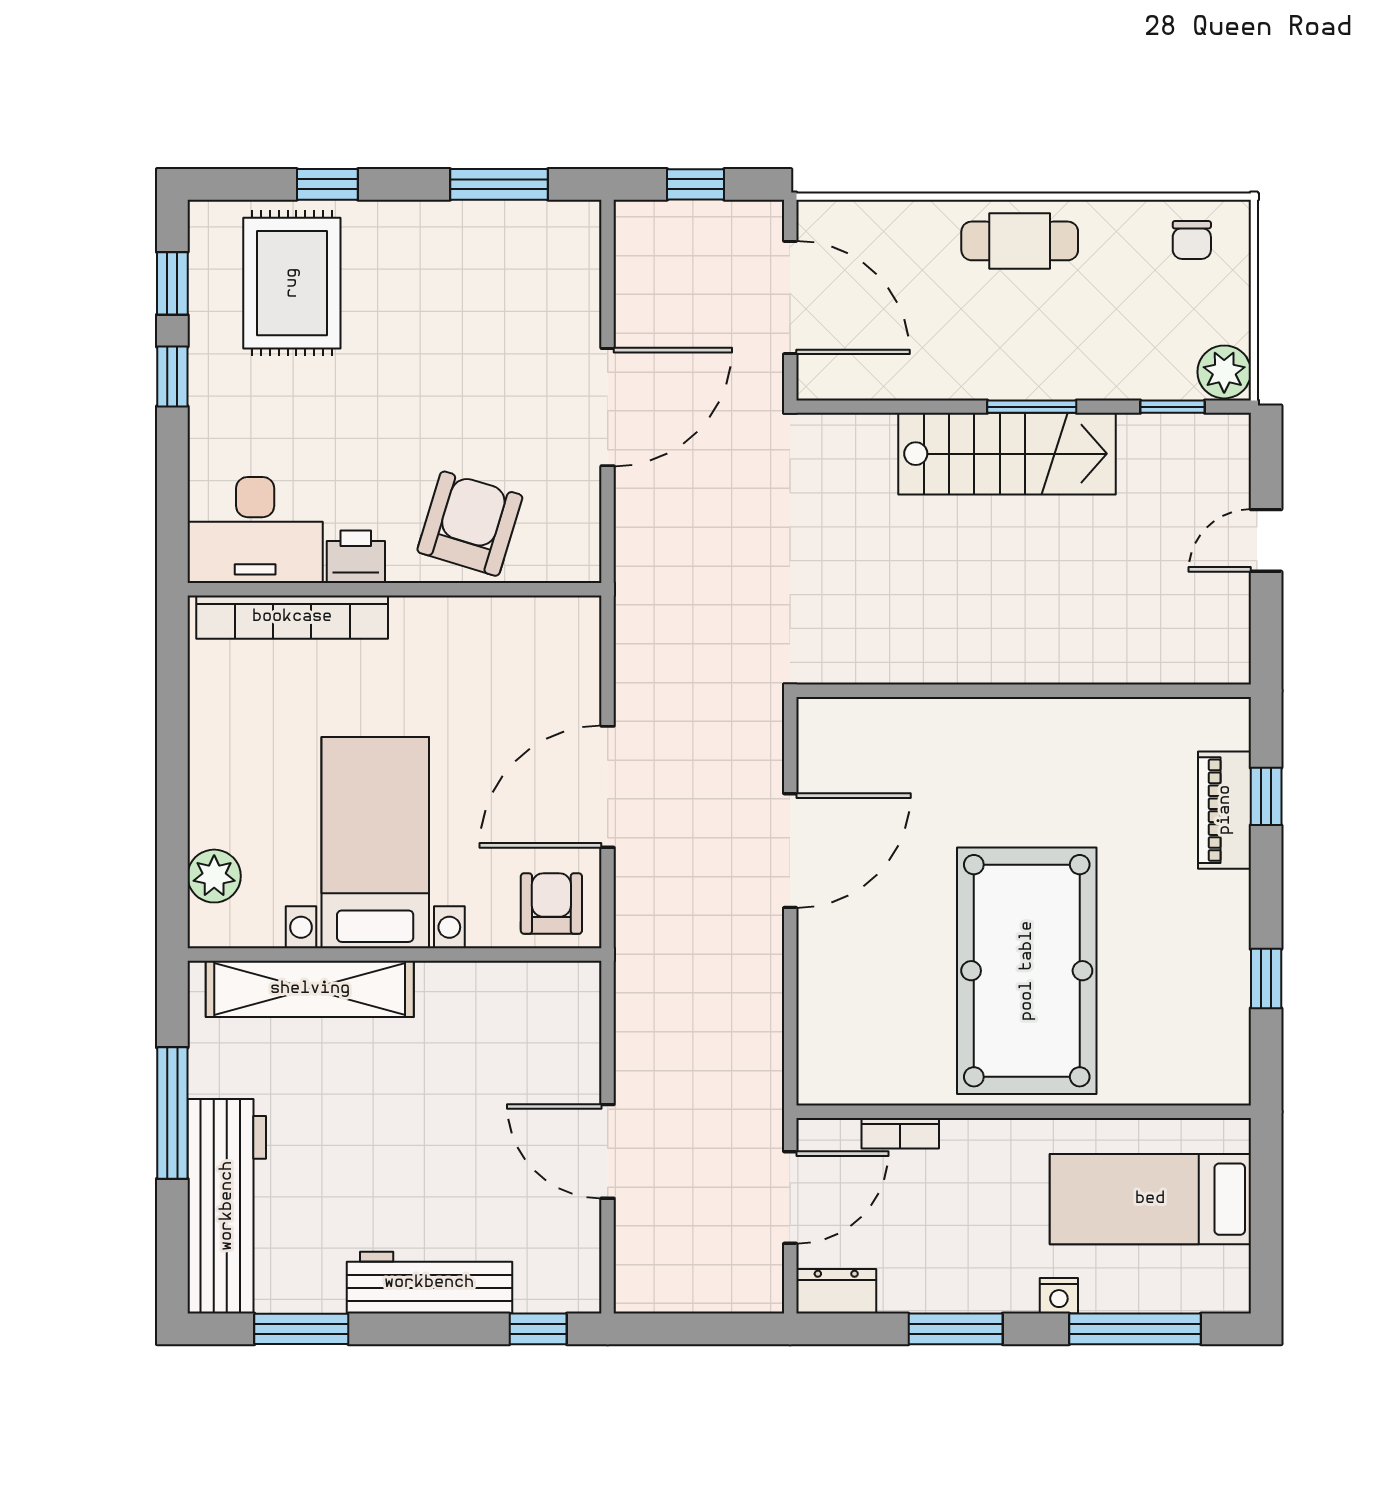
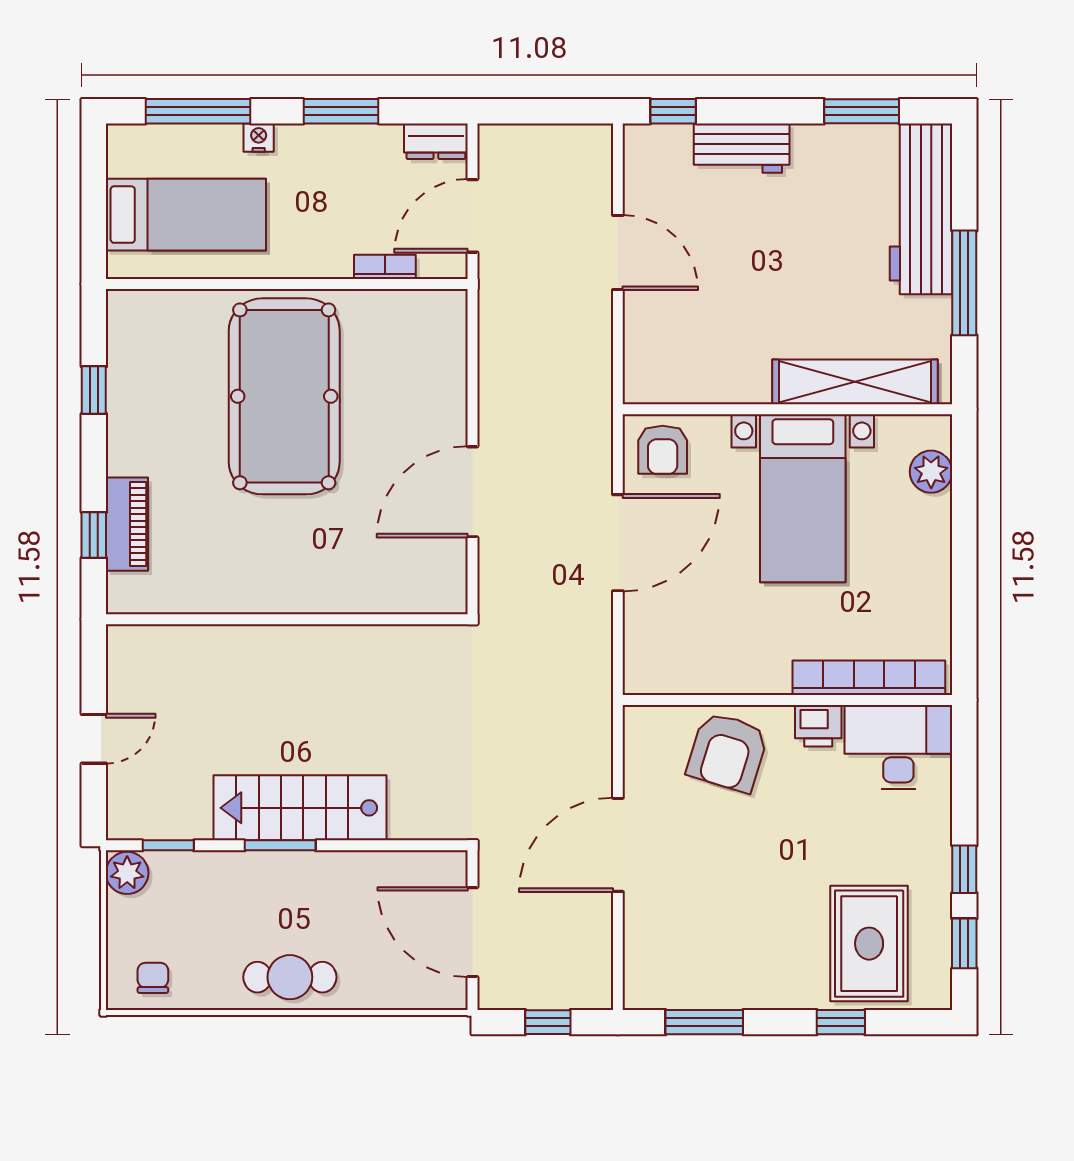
workbench: (429, 1283) -> (742, 148), width x0.73

